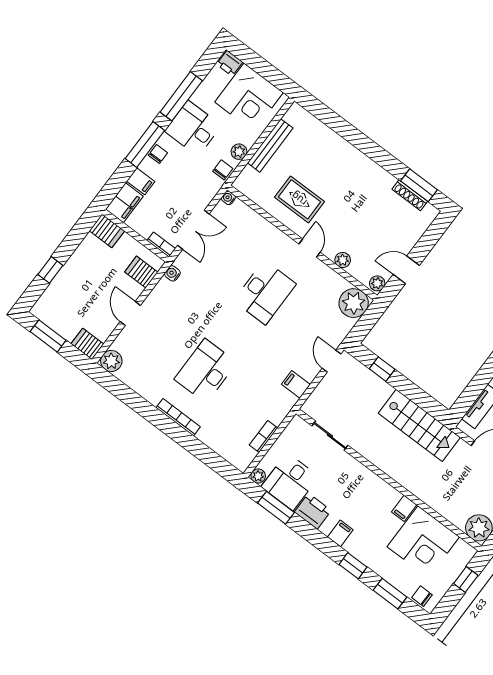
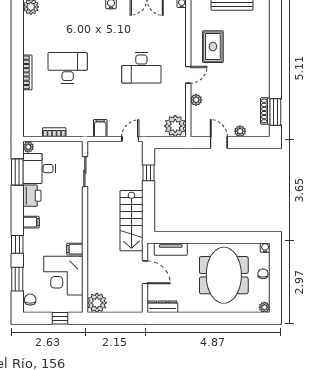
plant: (377, 283) -> (240, 131), moved

